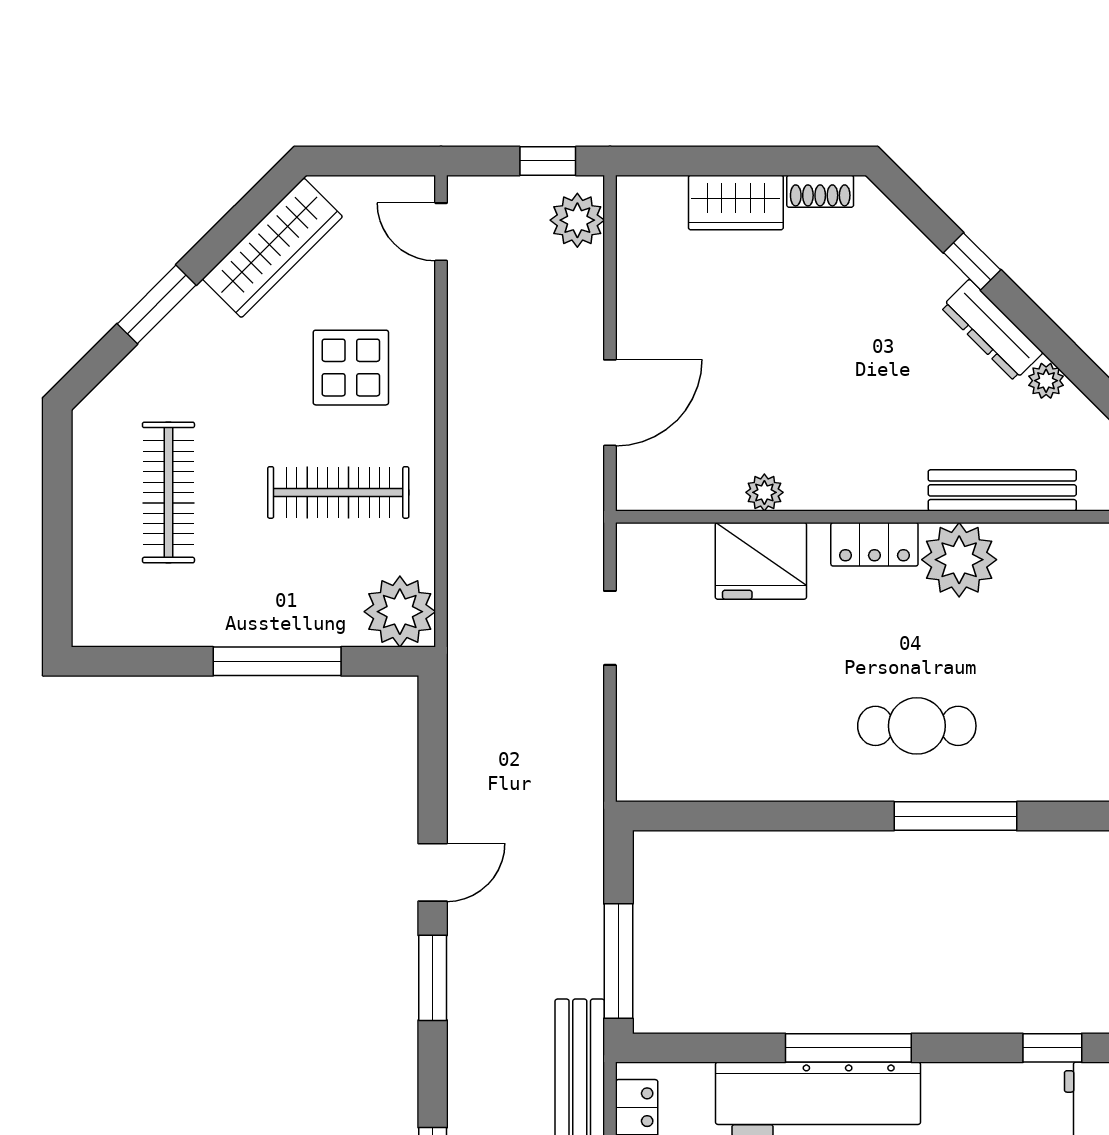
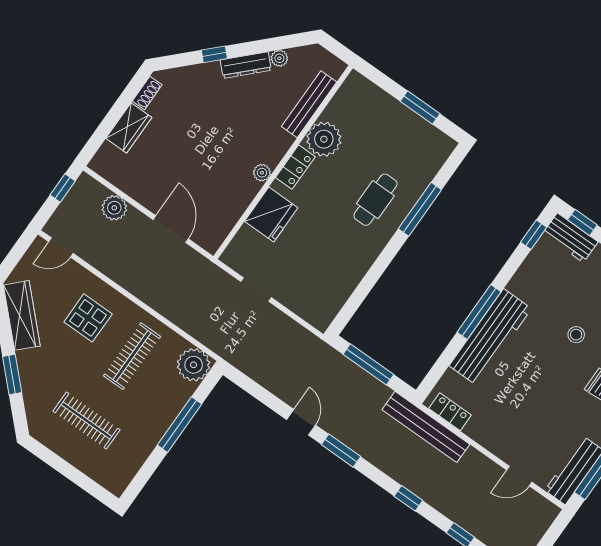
plant: (577, 220) -> (114, 208), moved
plant: (764, 492) -> (262, 173), moved
window: (618, 961) -> (368, 364), moved

